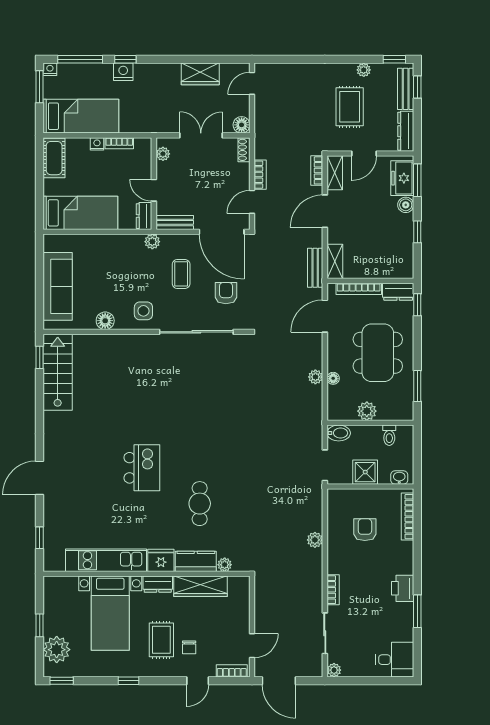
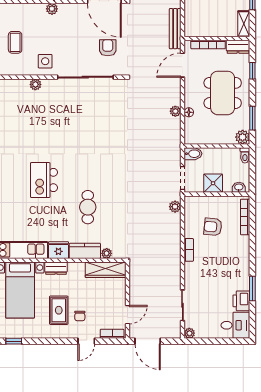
shelving: (335, 261) -> (244, 24), moved
bench: (315, 268) -> (175, 29), width x1.36
coffee table: (181, 274) -> (15, 42), moved
window: (417, 305) -> (252, 71), moved
floor lamp: (105, 321) -> (16, 69), removed
plant: (131, 342) -> (35, 84), added
plant: (367, 411) -> (243, 137), moved
toilet: (389, 435) -> (245, 155), moved
kitchen island: (142, 468) -> (44, 180), turned 180
armchair: (365, 530) -> (213, 227), turned -84
plant: (315, 540) -> (175, 207), moved
wardrobe: (200, 586) -> (106, 270), moved
printer: (403, 588) -> (241, 301), moved
bookcase: (333, 590) -> (189, 250), moved
window: (129, 681) -> (14, 341), moved

